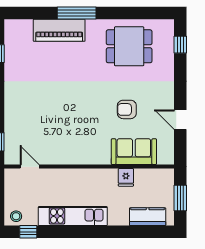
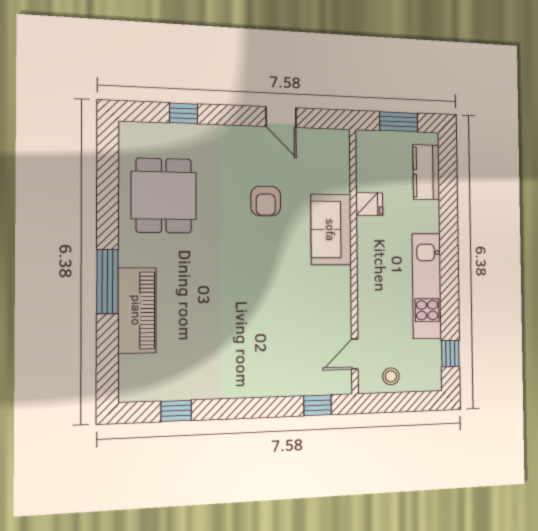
window: (180, 45) -> (184, 113), moved
door: (180, 120) -> (281, 117), hinge flipped
sofa: (134, 152) -> (331, 230), moved
stool: (16, 216) -> (391, 376), moved

